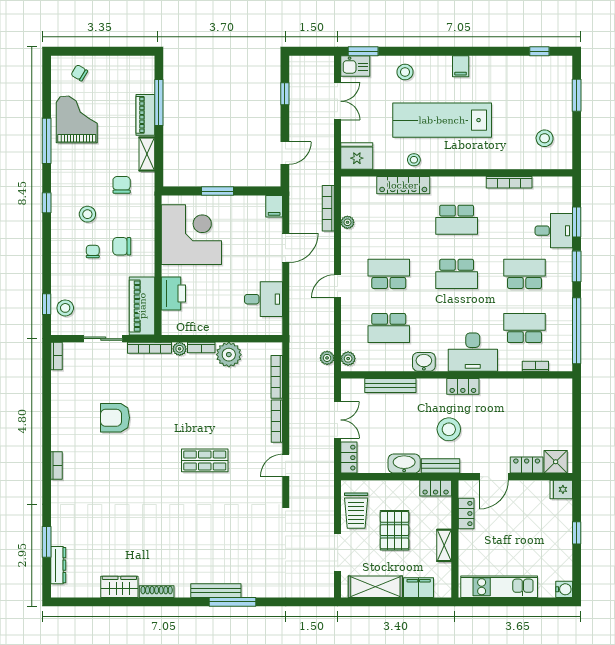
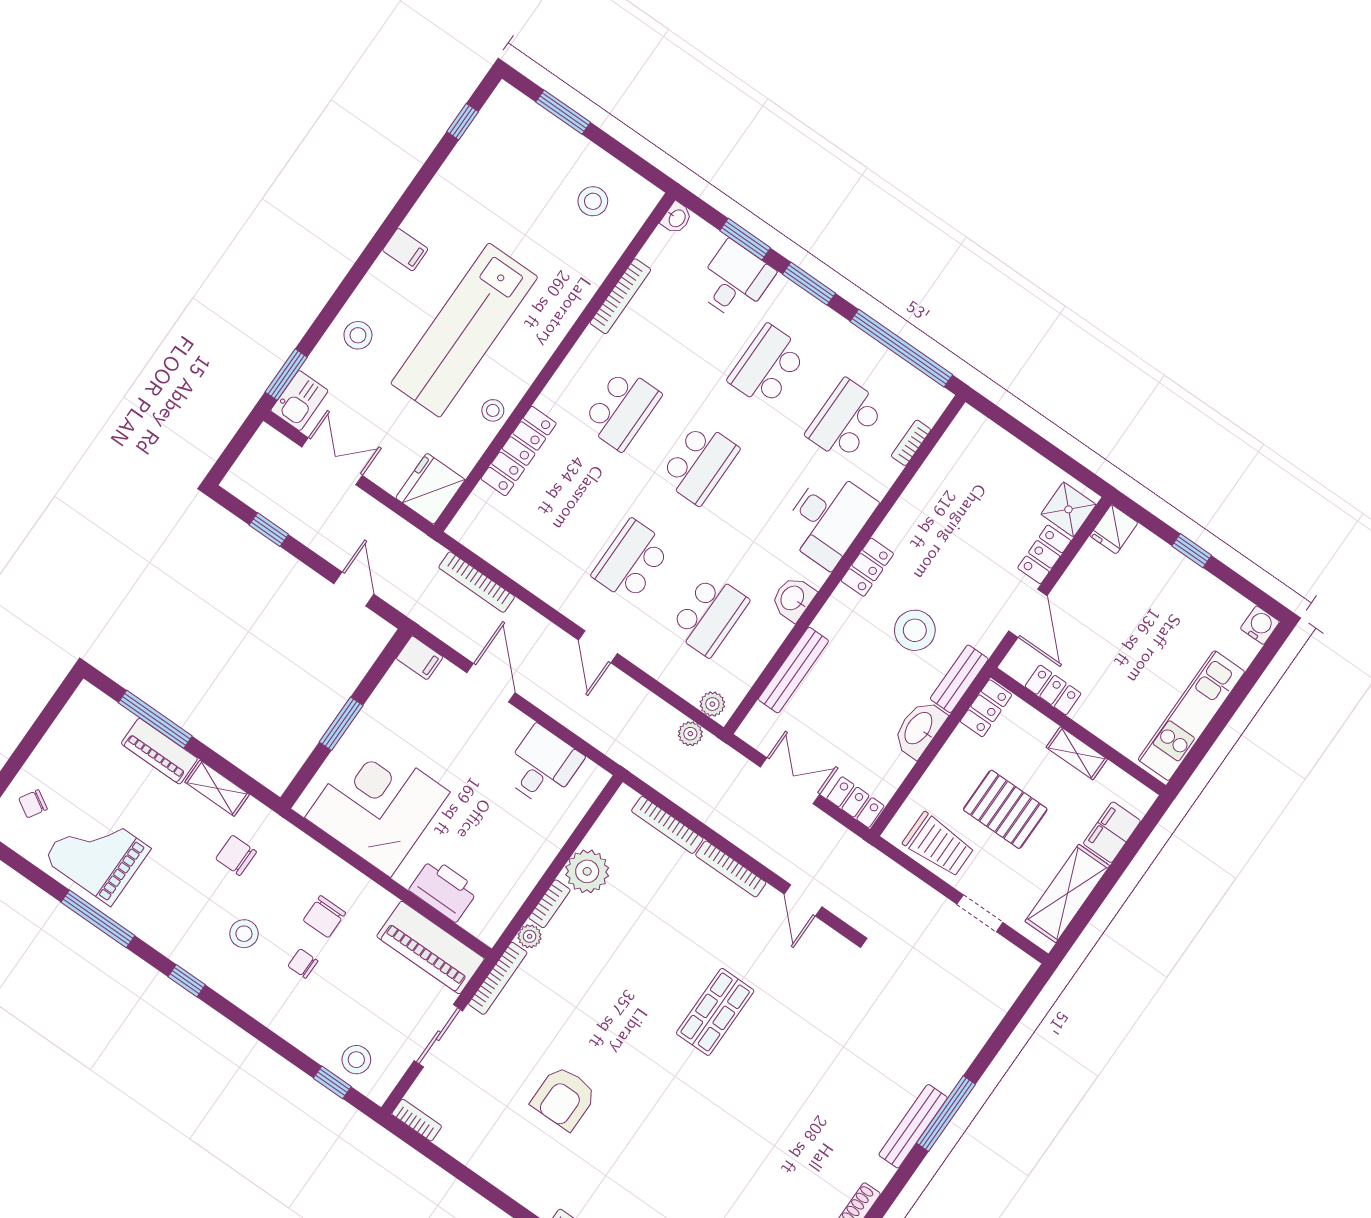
washbasin: (564, 183) -> (677, 218), added
plant: (347, 222) -> (516, 568), removed
doorway: (338, 552) -> (980, 913), width x0.73

